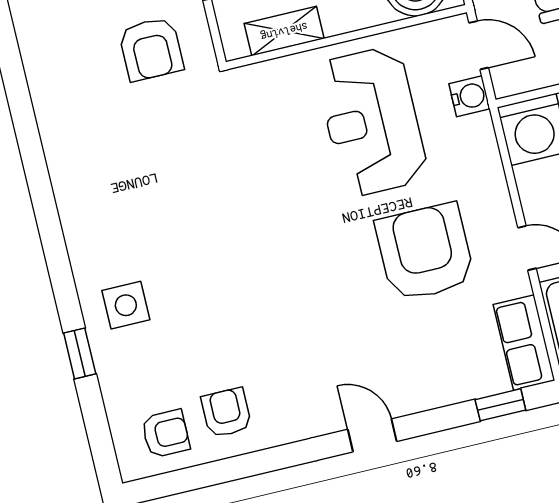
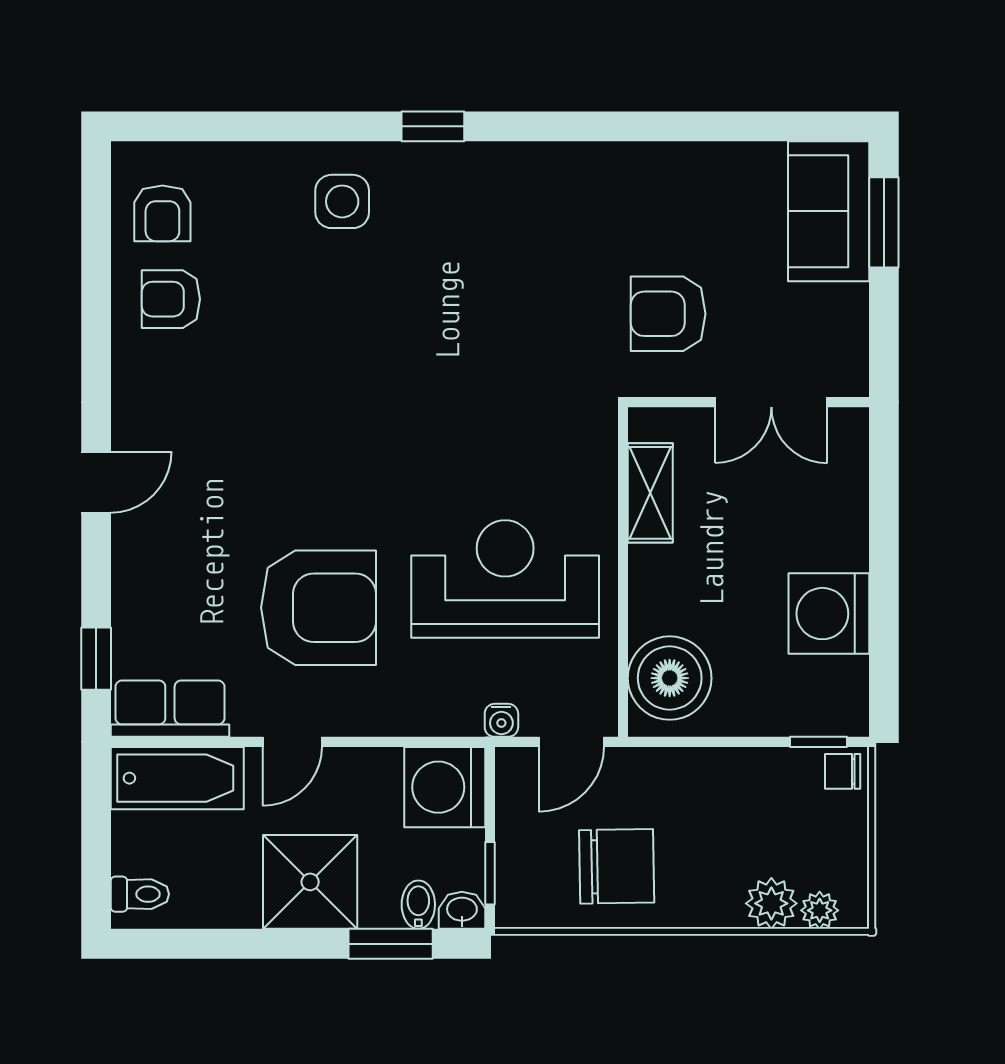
water cooler: (469, 96) -> (501, 720), width x0.72, depth x0.72
window: (80, 353) -> (433, 126), moved
armchair: (226, 413) -> (171, 299), turned 180

